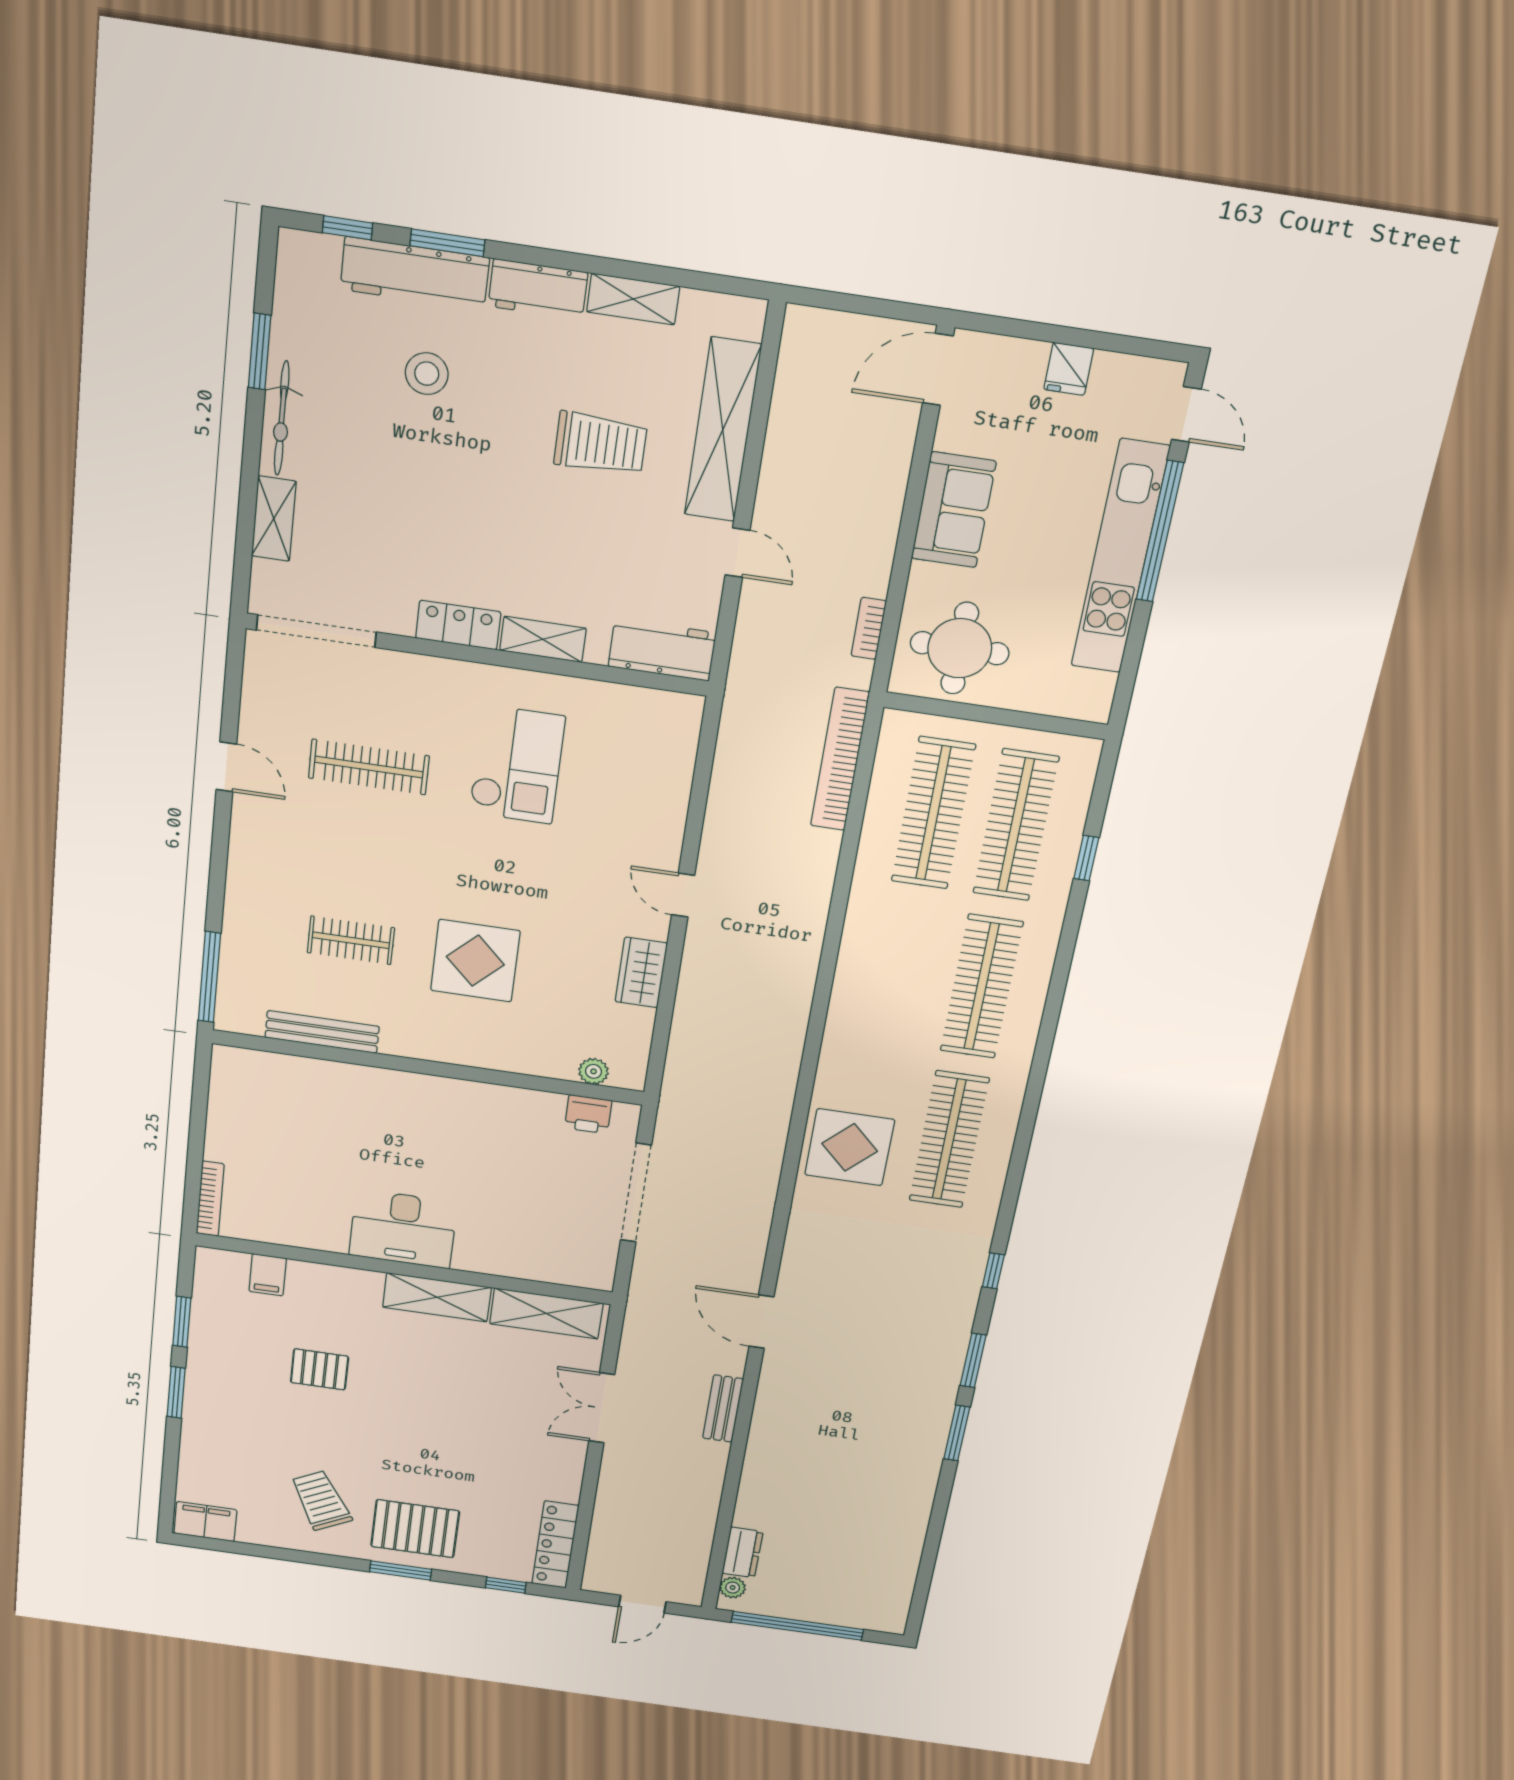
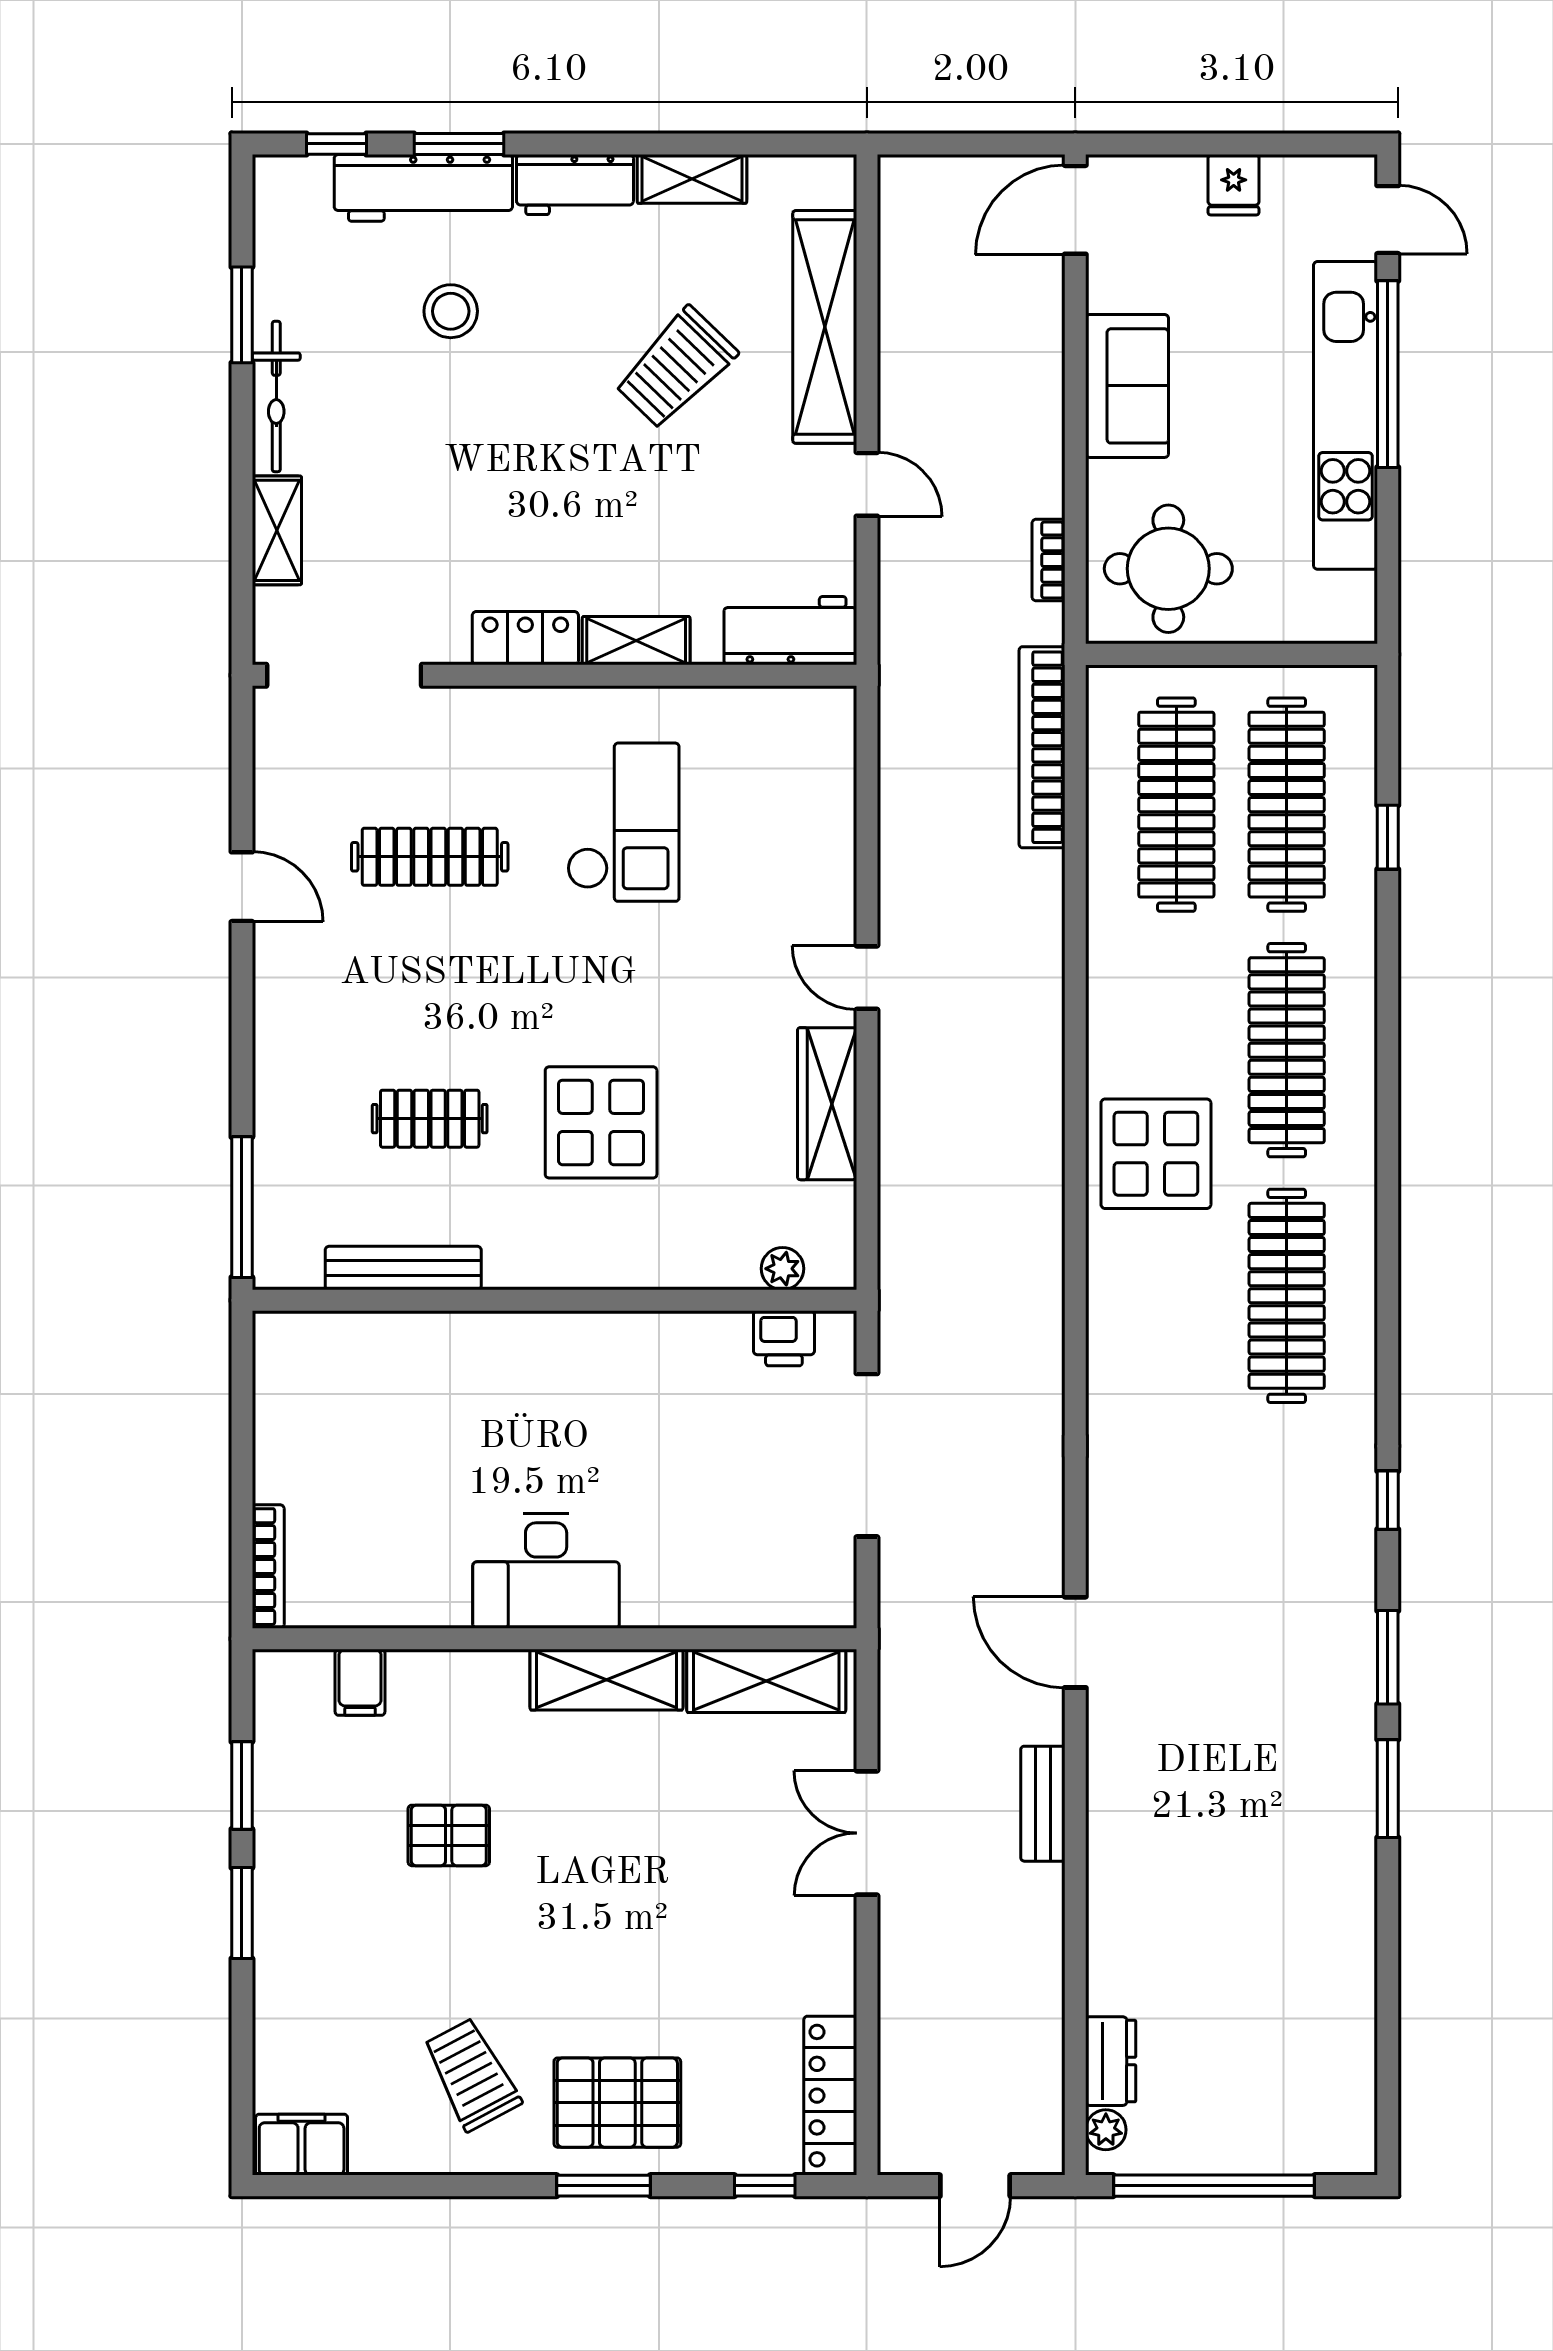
trolley: (600, 444) -> (676, 368), turned 134
wardrobe: (641, 972) -> (827, 1104), width x1.50
display table: (850, 1147) -> (1156, 1154), moved

